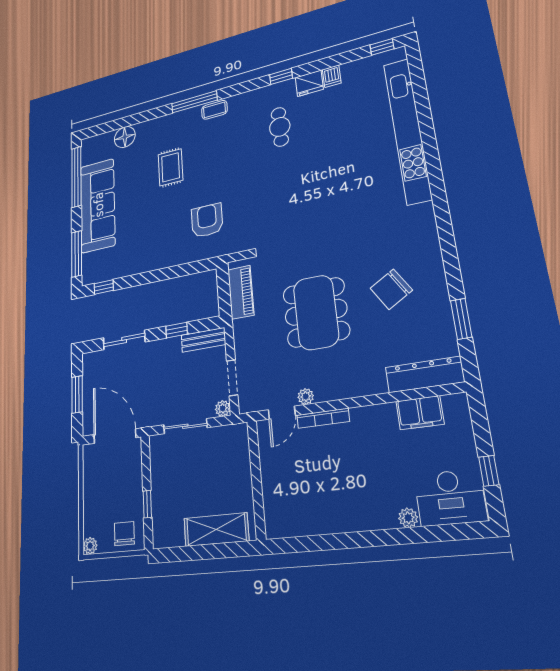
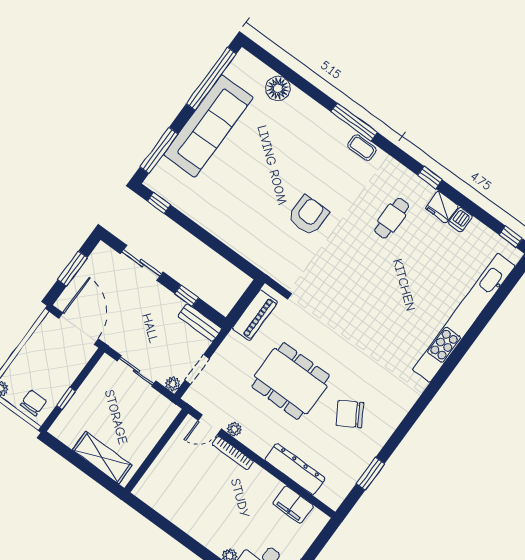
rug: (171, 167) -> (290, 159), removed
armchair: (207, 220) -> (308, 215), moved
dining table: (316, 312) -> (291, 381), turned 90
dresser: (425, 375) -> (295, 469), moved

